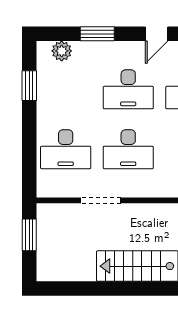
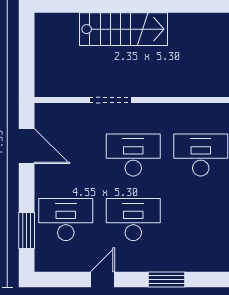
plant: (62, 51) -> (205, 261), removed
doorway: (101, 200) -> (110, 100), moved

